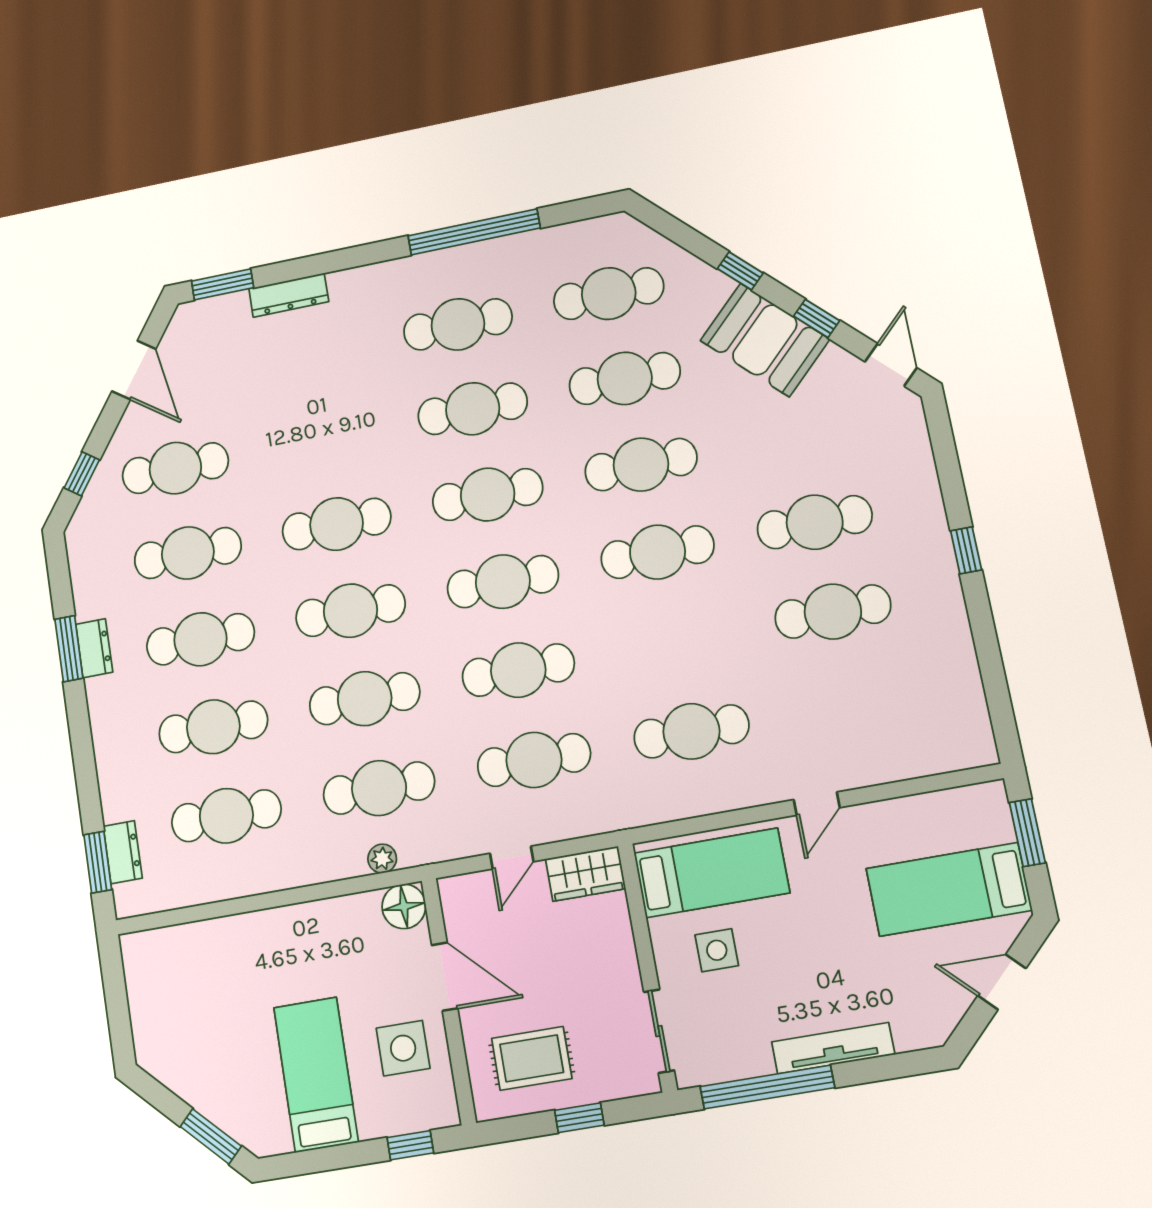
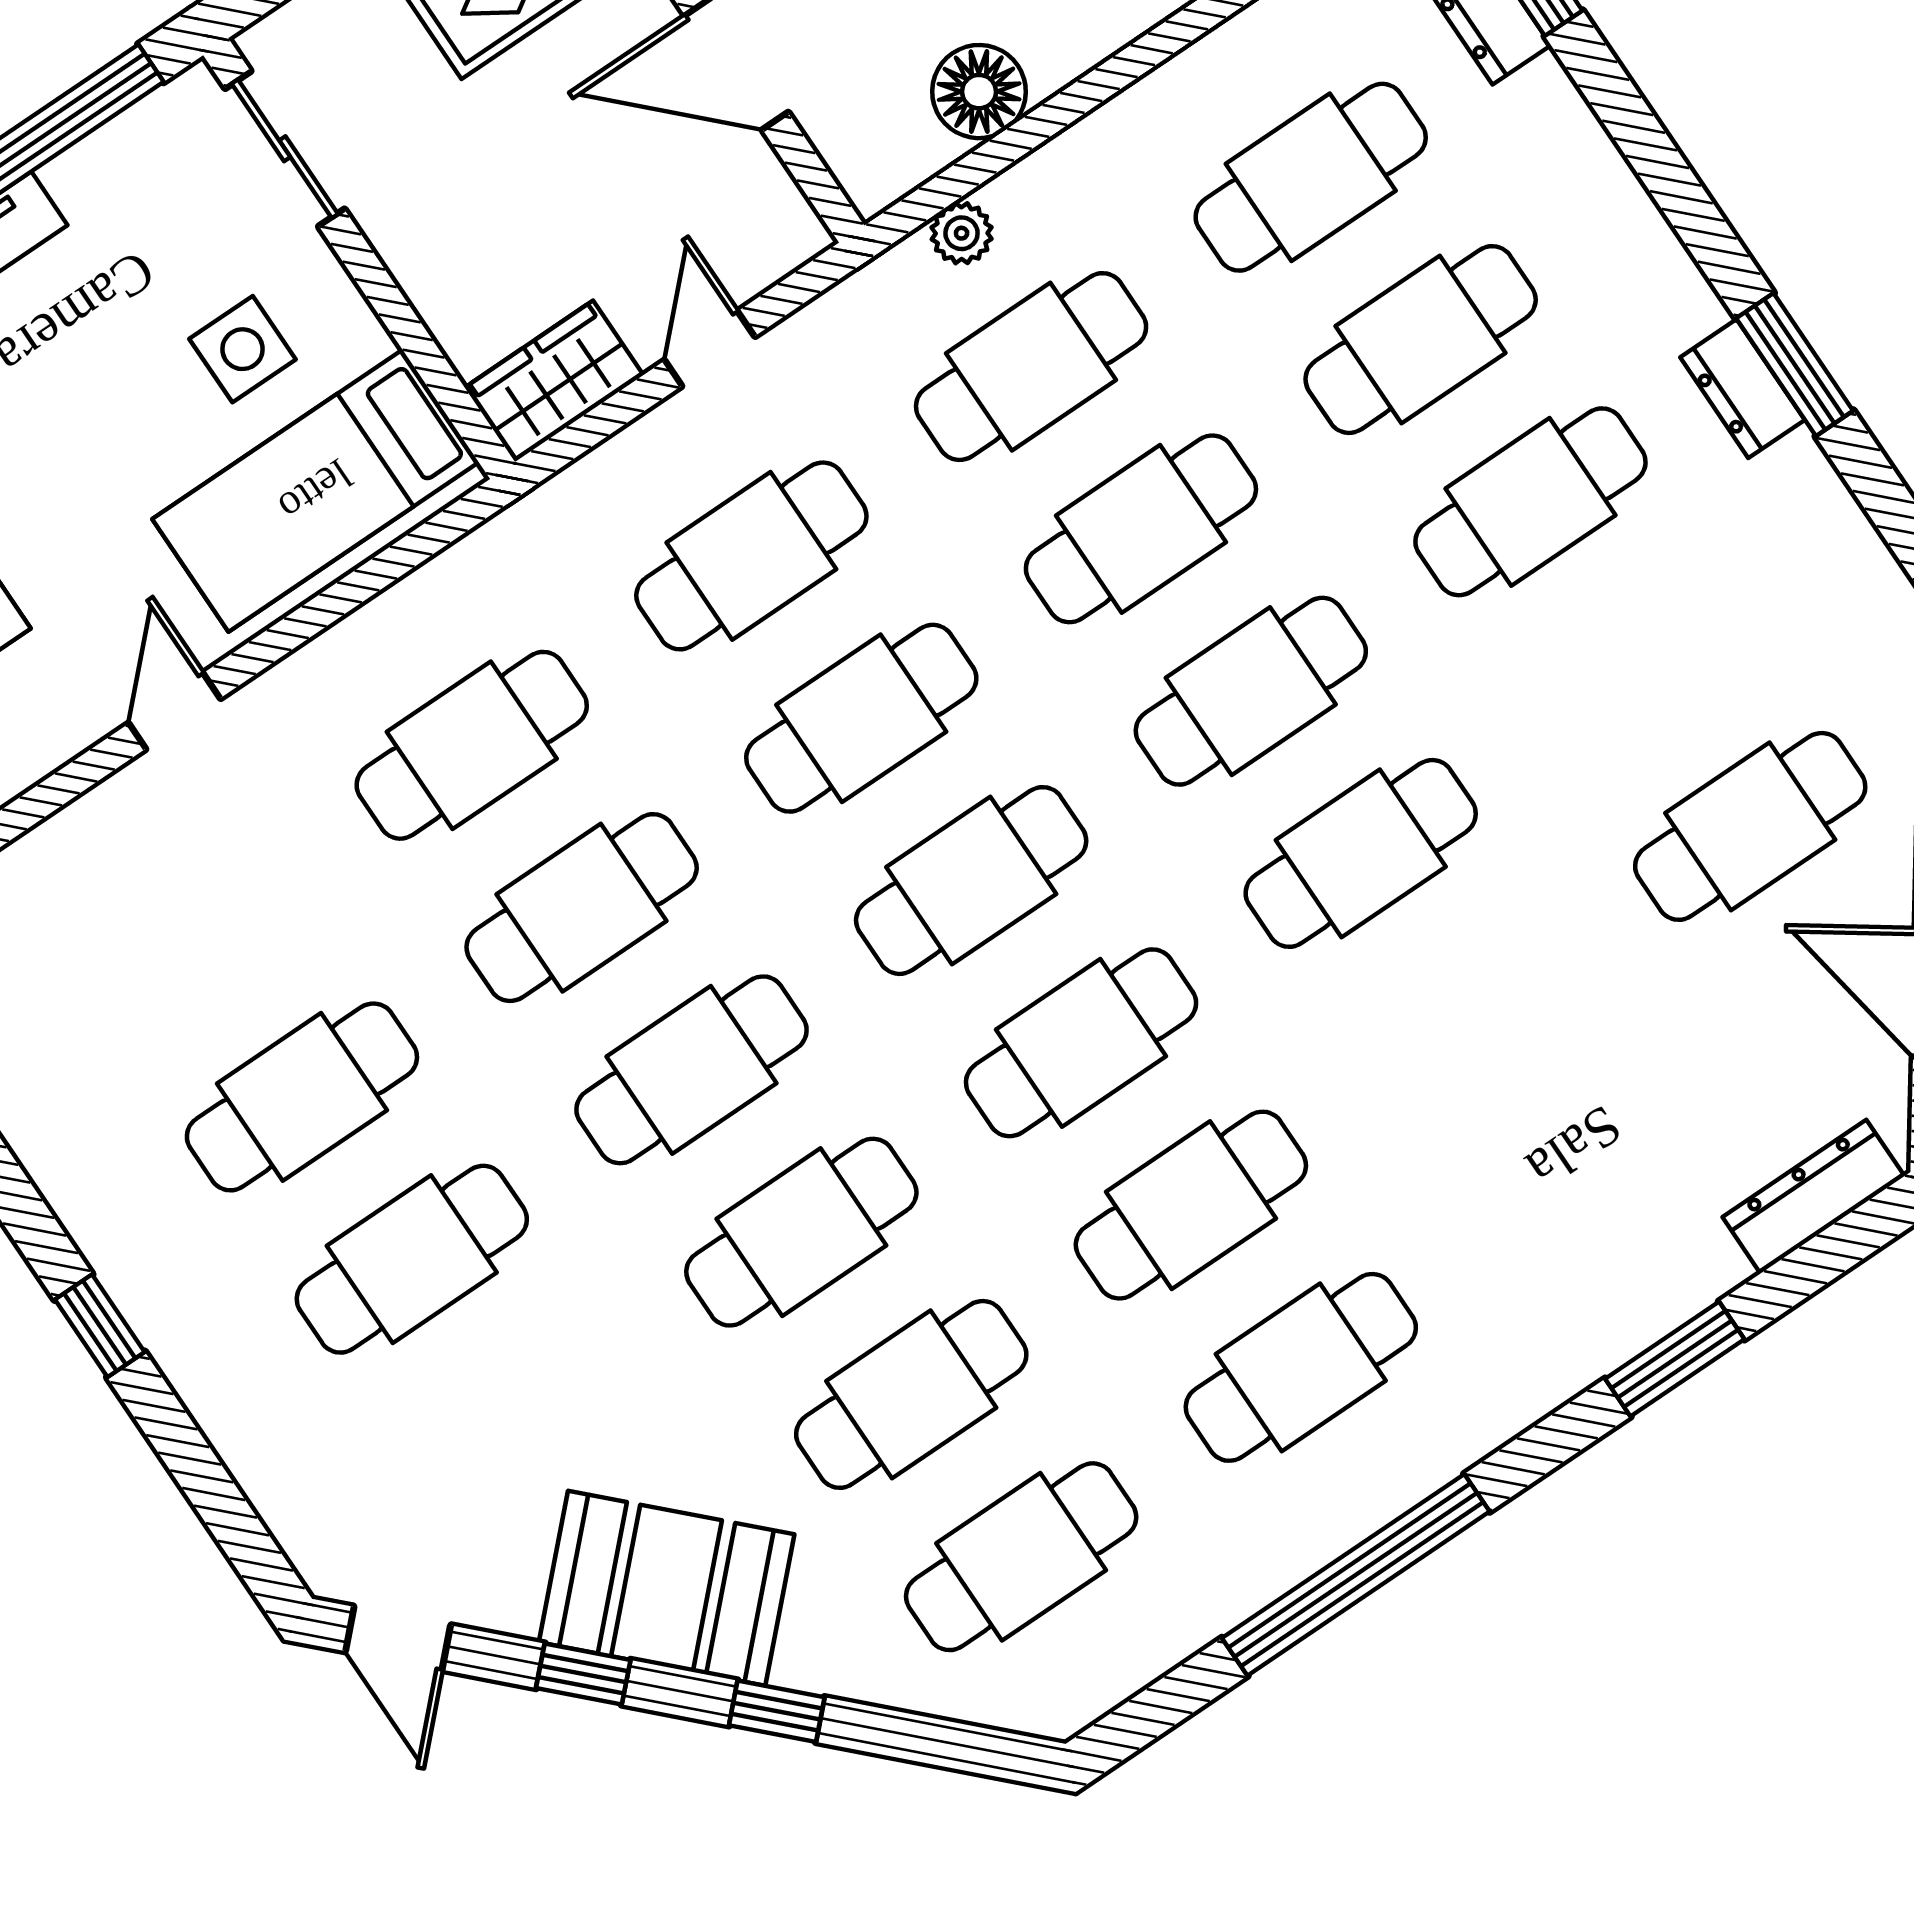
window: (222, 284) -> (1675, 1359), moved
dresser: (289, 295) -> (1813, 1197), moved
cafe table: (188, 553) -> (582, 908), moved
floor lamp: (404, 906) -> (979, 92), moved

